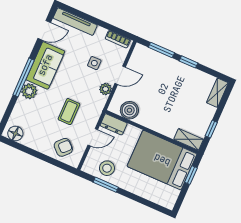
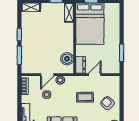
door: (120, 75) -> (47, 75), swing flipped
door: (93, 137) -> (95, 75), hinge flipped
armchair: (63, 147) -> (107, 103), moved
stool: (107, 168) -> (111, 57), removed

